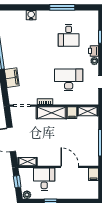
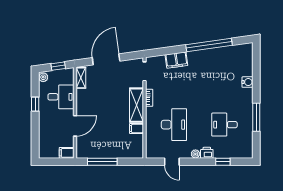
shelving: (88, 111) -> (138, 146), removed

